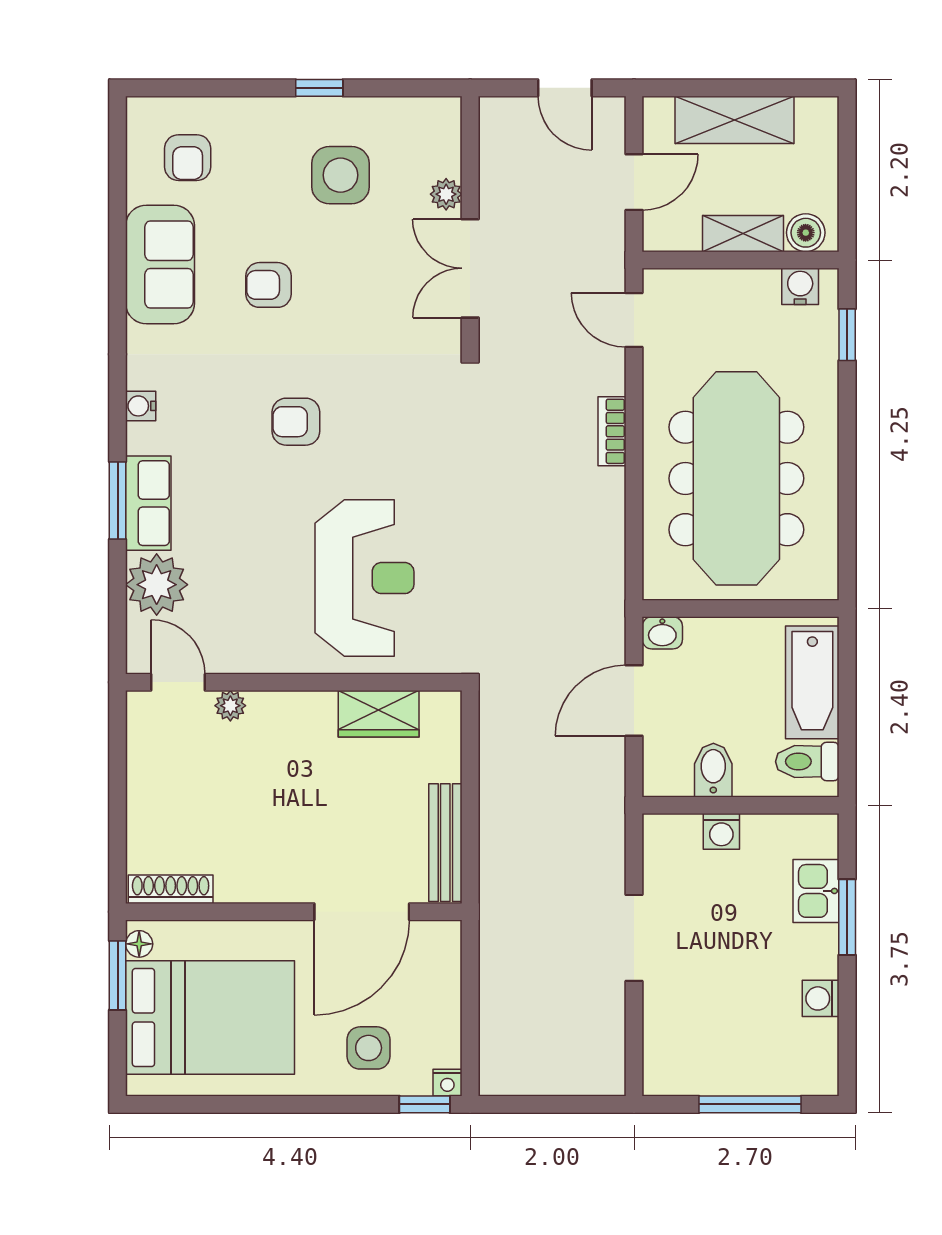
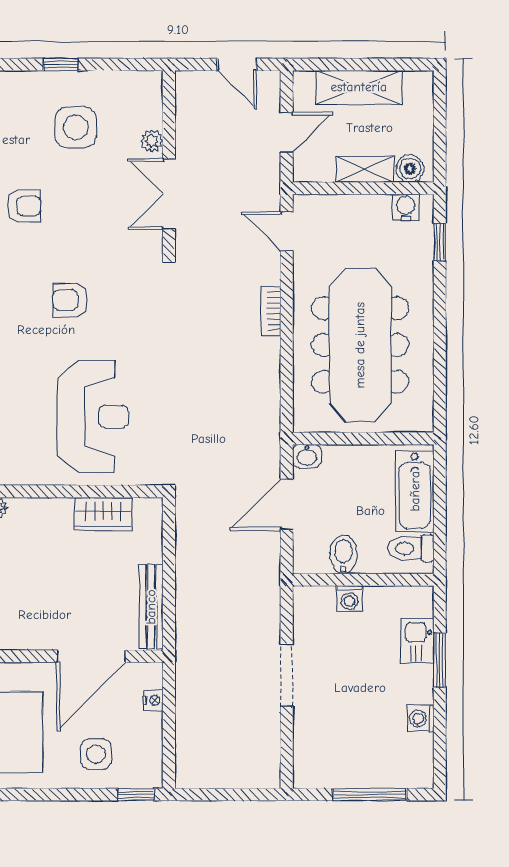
armchair: (268, 285) -> (24, 206), turned 180
armchair: (296, 422) -> (70, 300), moved
nightstand: (447, 1083) -> (153, 700), moved, turned -90

